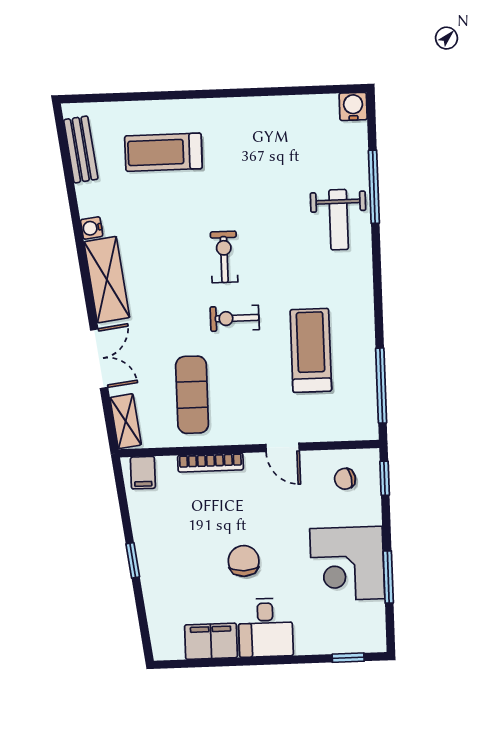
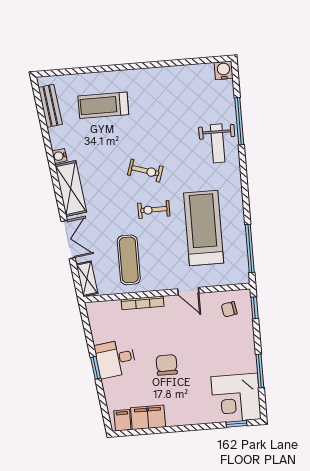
exercise bike: (224, 257) -> (145, 171), turned 108
treadmill: (311, 350) -> (204, 228), width x1.37, depth x1.38
filing cabinet: (143, 473) -> (122, 420), moved, turned 180
corner desk: (347, 564) -> (236, 398), moved
desk: (266, 628) -> (115, 359), moved, turned 83

